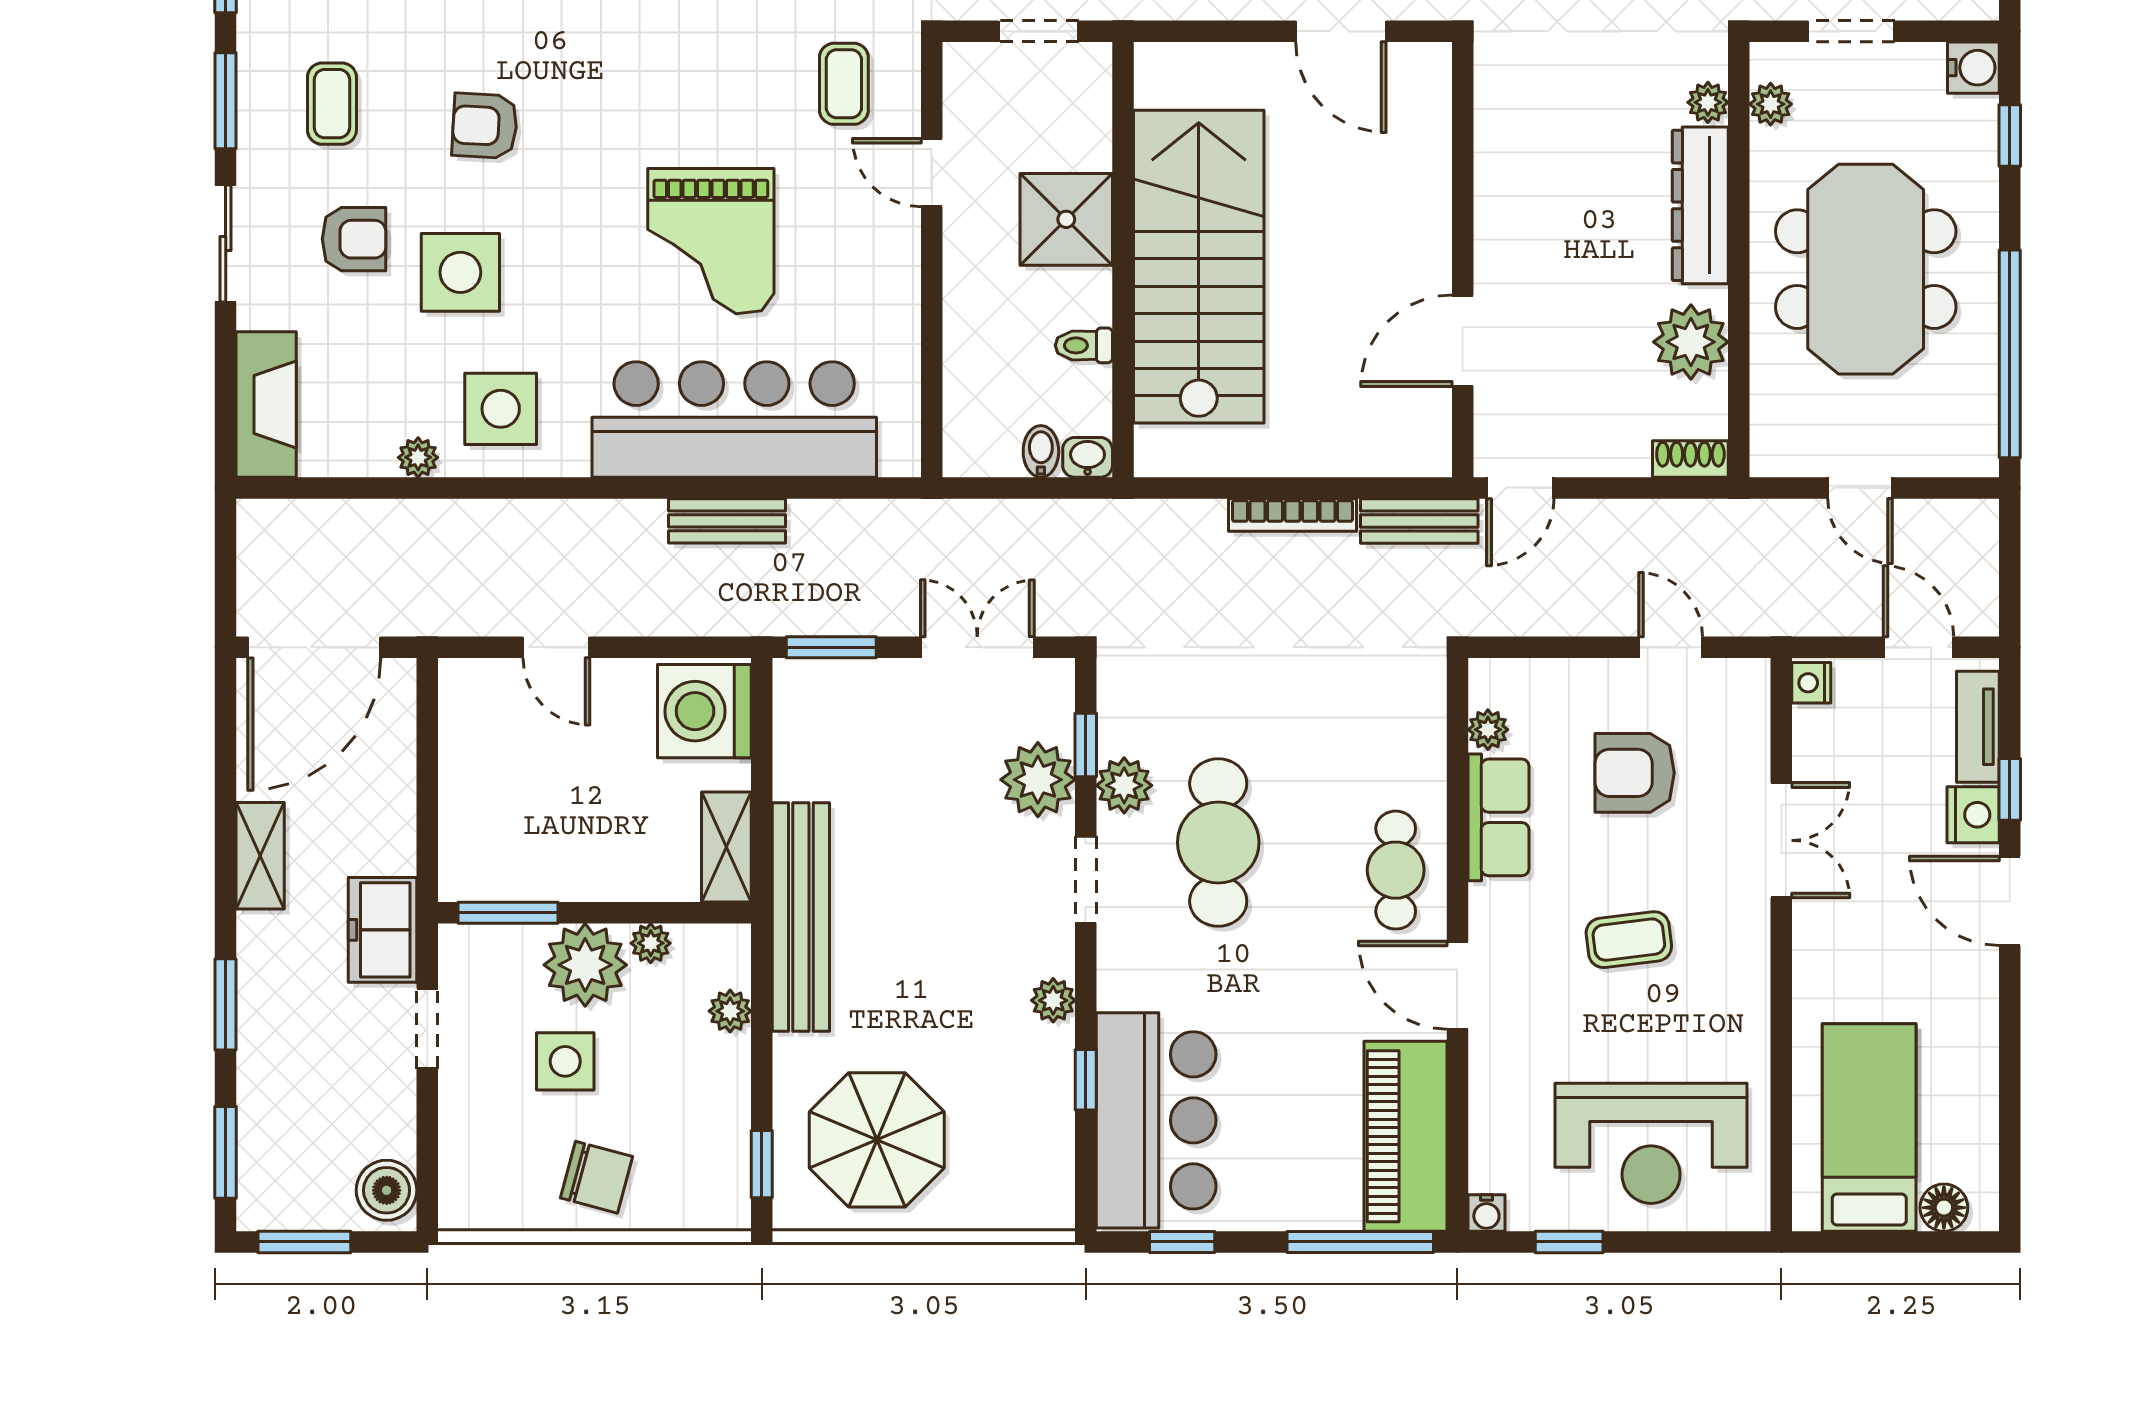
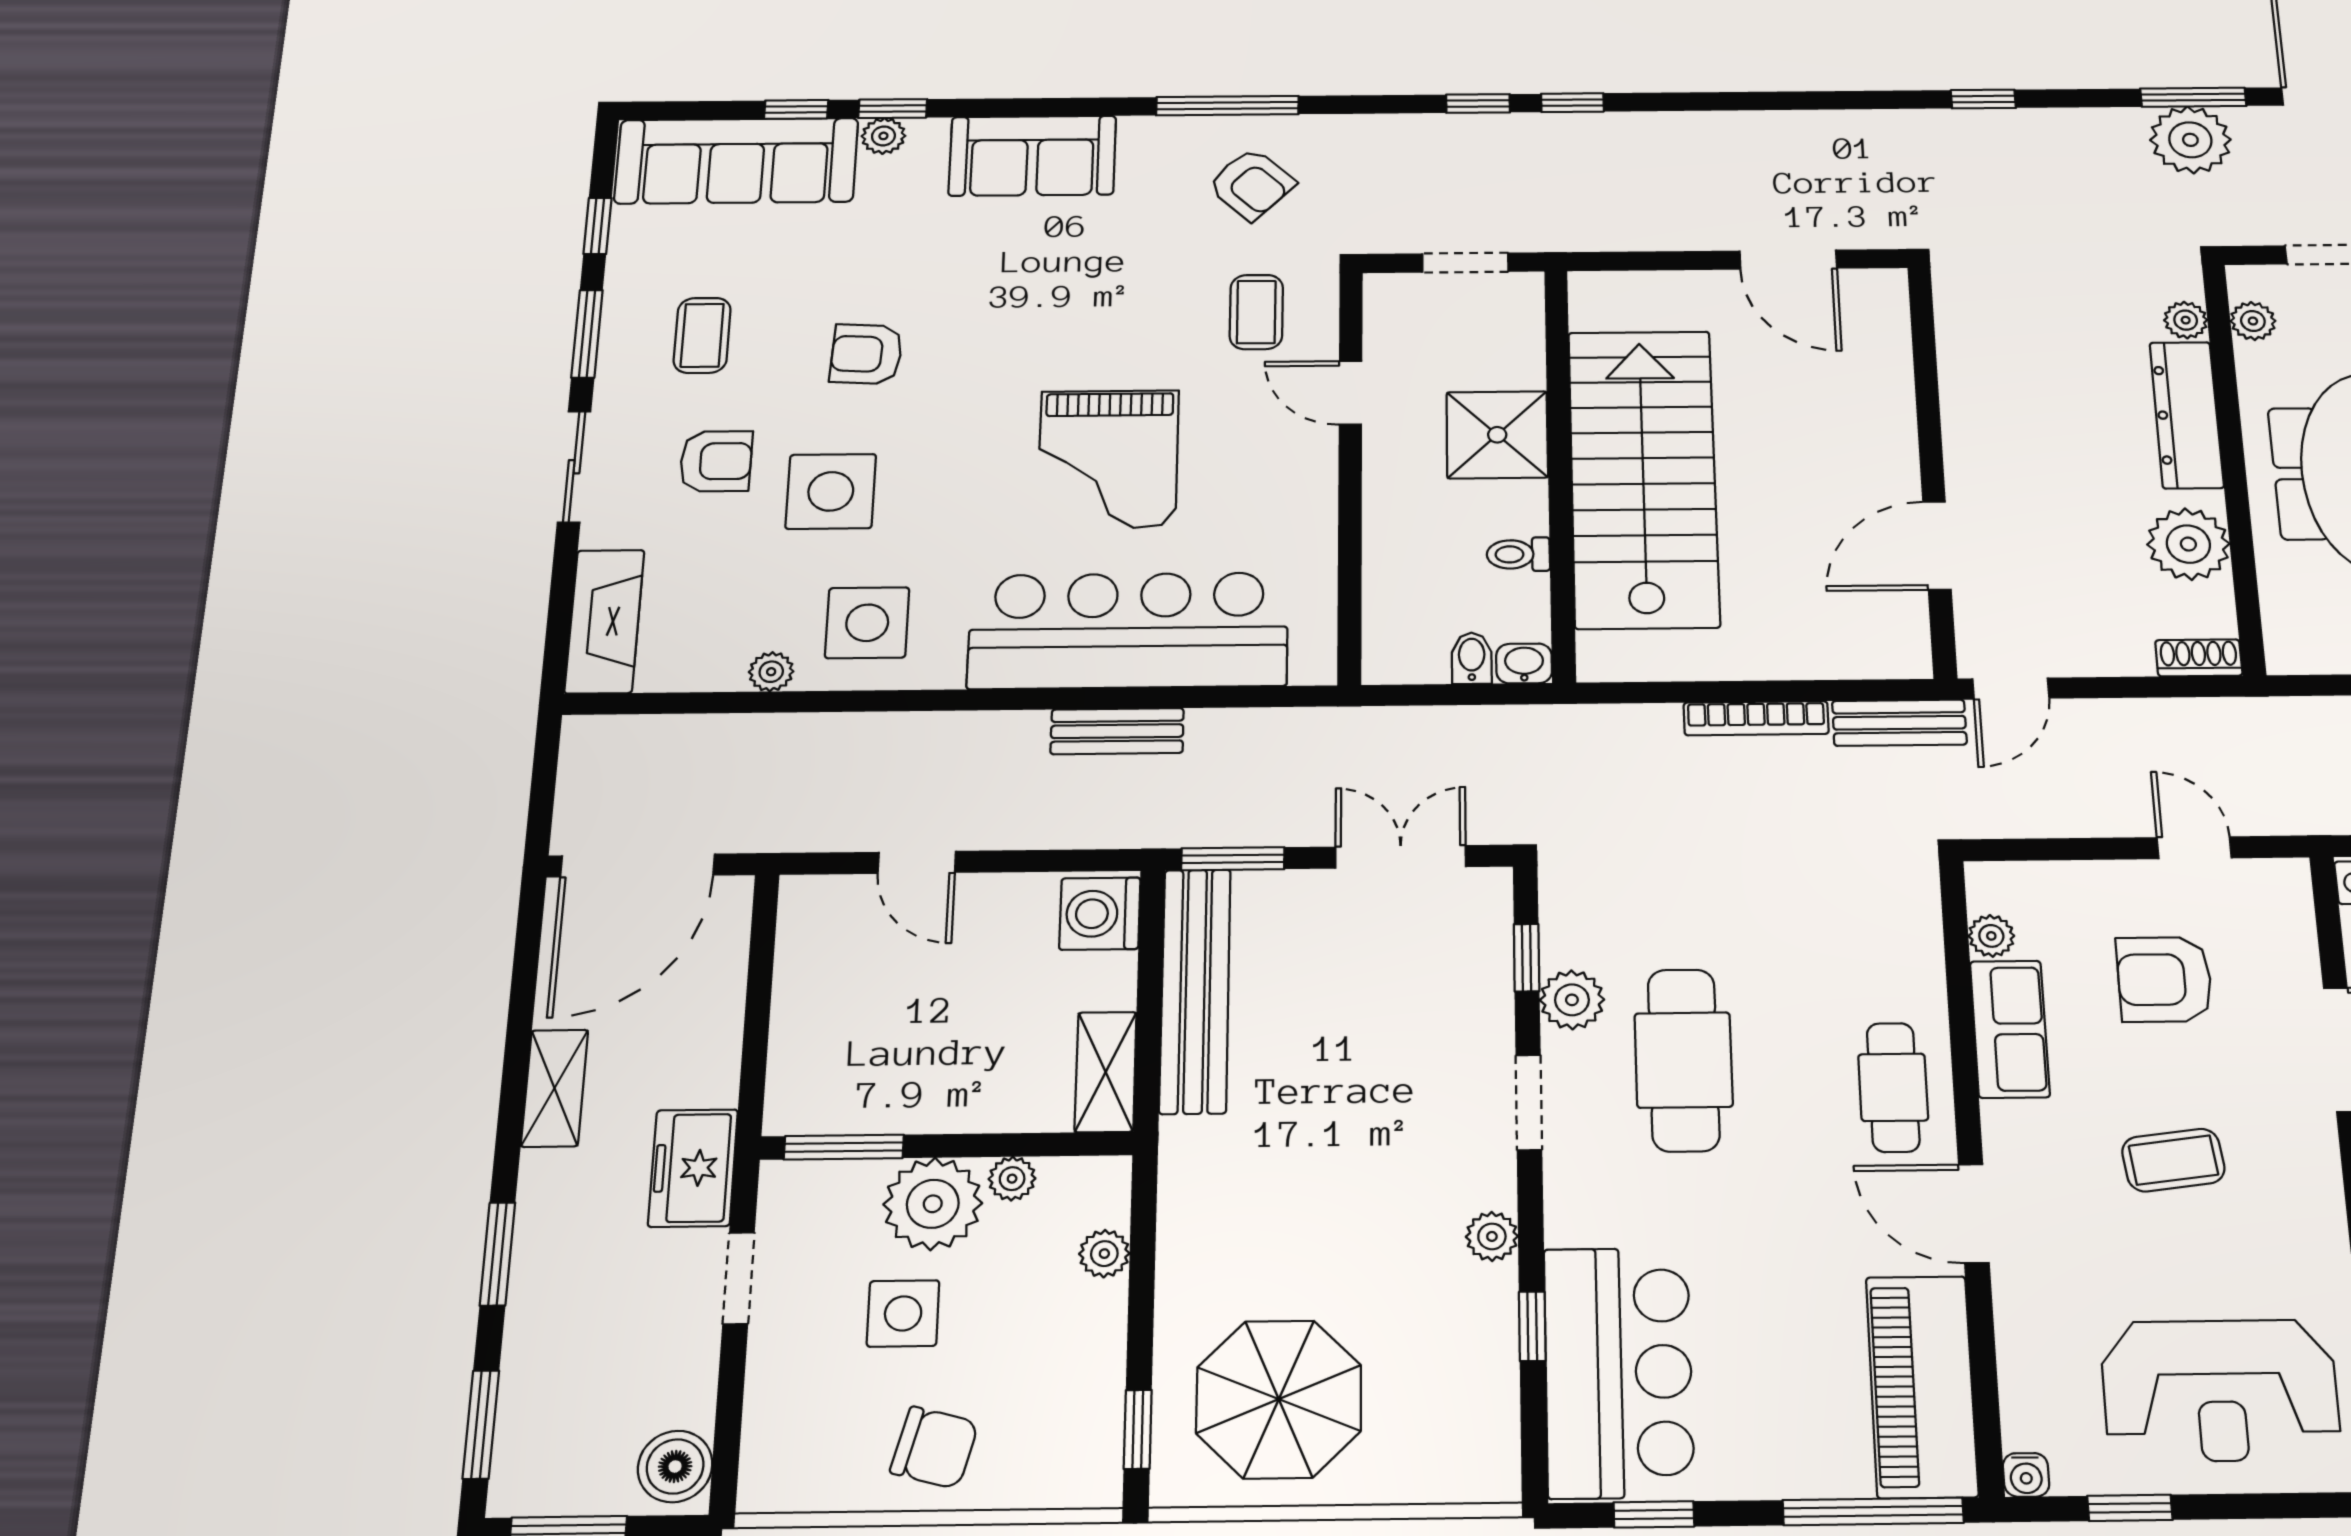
washing machine: (704, 711) -> (1100, 914), width x0.73, depth x0.73
plant: (1038, 780) -> (1471, 995), removed
bench: (801, 917) -> (1195, 990), moved

